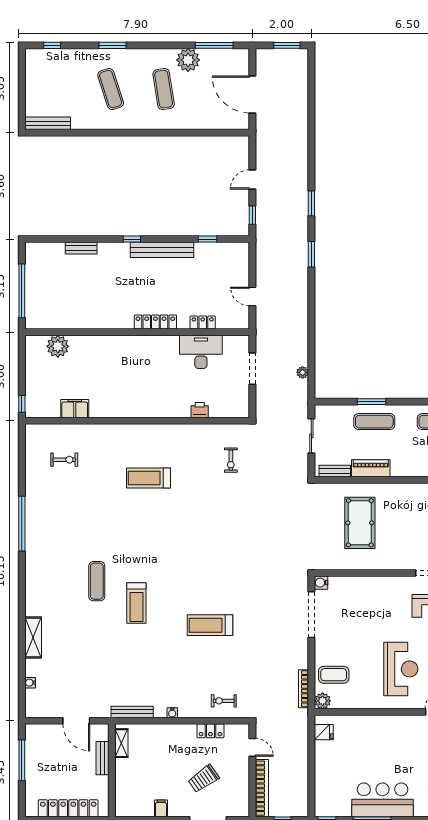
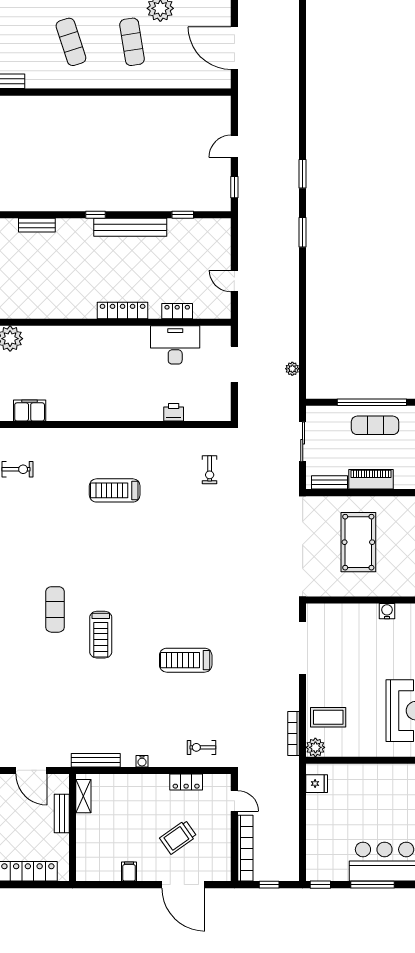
window: (372, 402) -> (372, 402), width x2.11
water cooler: (321, 583) -> (387, 611), moved, turned 90

